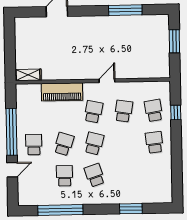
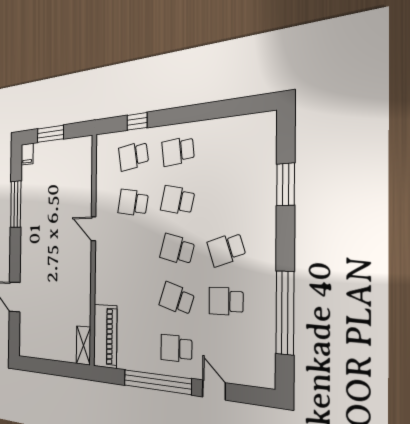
filing cabinet: (162, 20) -> (27, 154), added
piano: (62, 92) -> (105, 336), moved
school desk: (93, 112) -> (177, 200), moved

